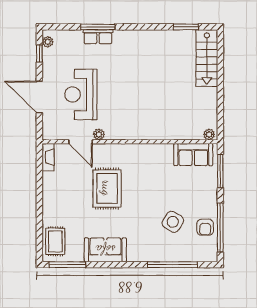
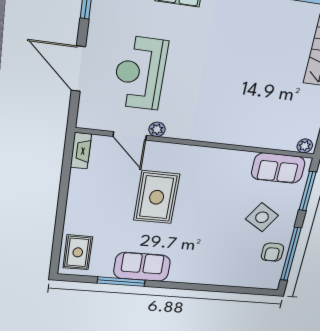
side table: (173, 222) -> (262, 217), moved
window: (67, 265) -> (121, 282), moved
window: (172, 265) -> (223, 289), removed

